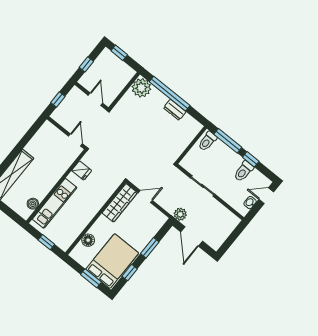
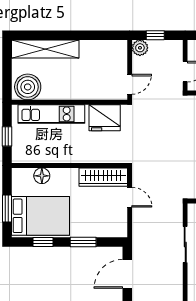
fridge: (82, 171) -> (105, 118), width x1.88, depth x1.34
boiler: (33, 204) -> (28, 87), width x1.86, depth x1.86
plant: (180, 214) -> (140, 48), moved

